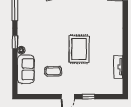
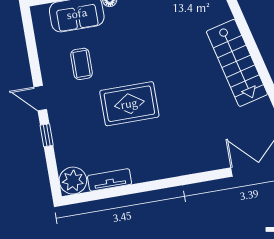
plant: (115, 87) -> (73, 181), added

